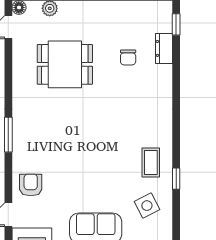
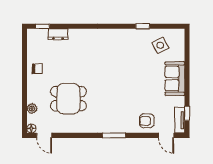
chair: (128, 57) -> (37, 69), moved
dining table: (65, 64) -> (68, 99), turned 90
coffee table: (151, 163) -> (132, 43), removed

